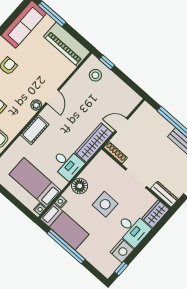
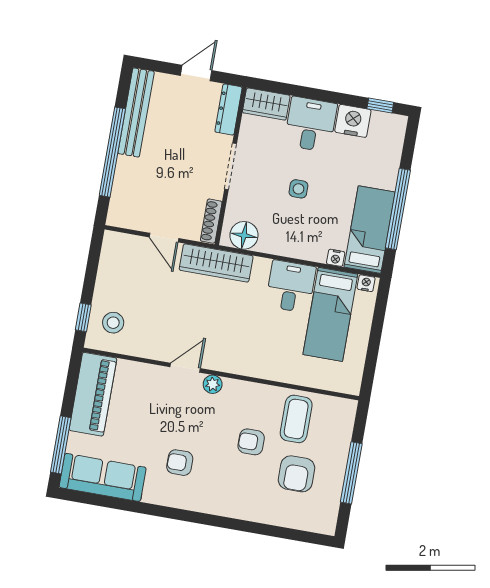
cot: (35, 130) -> (251, 364), removed
desk: (67, 164) -> (291, 286), moved
floor lamp: (80, 186) -> (244, 235), moved
side table: (105, 204) -> (298, 189), width x0.54, depth x0.54

